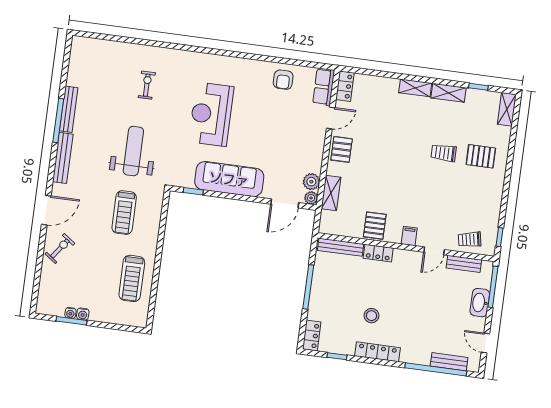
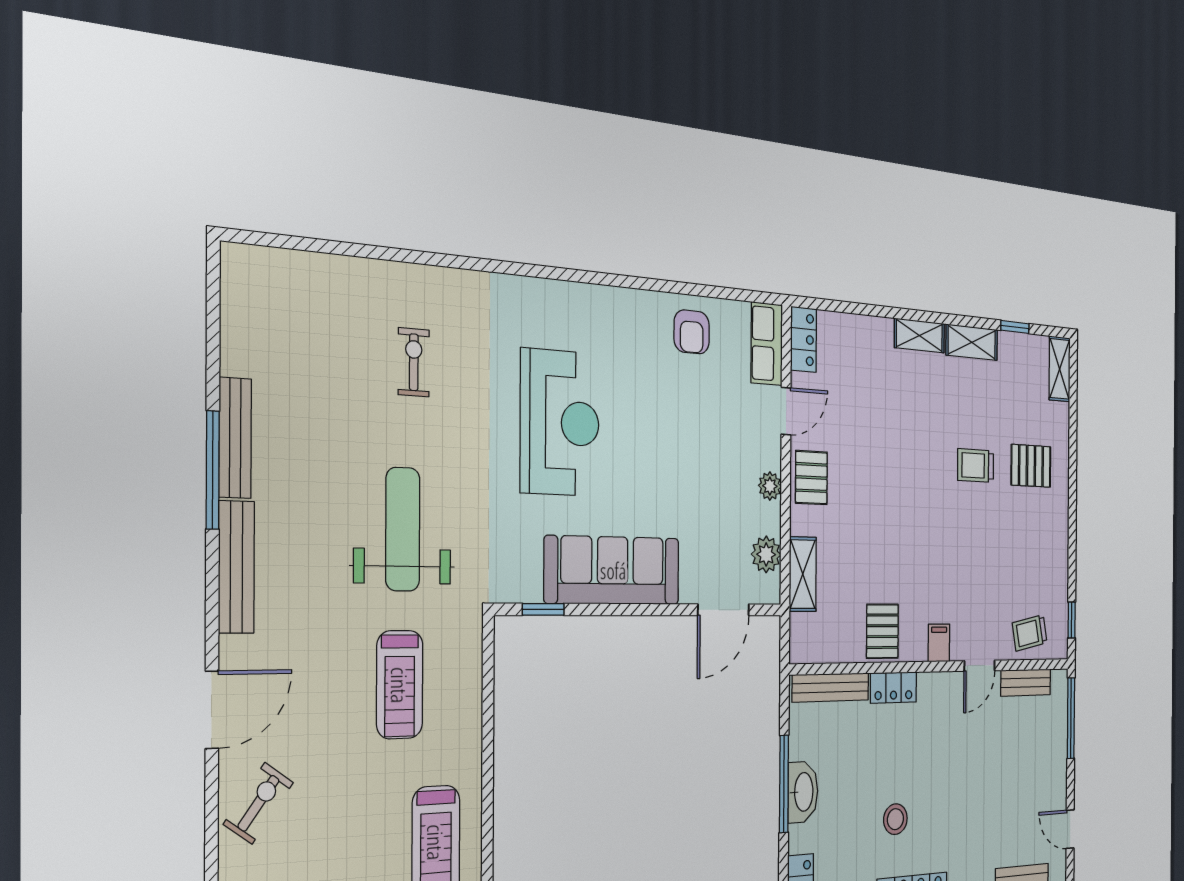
reception desk: (211, 114) -> (560, 423), turned 180
plant: (311, 198) -> (770, 486), moved
washbasin: (480, 303) -> (803, 792), moved, turned 180

